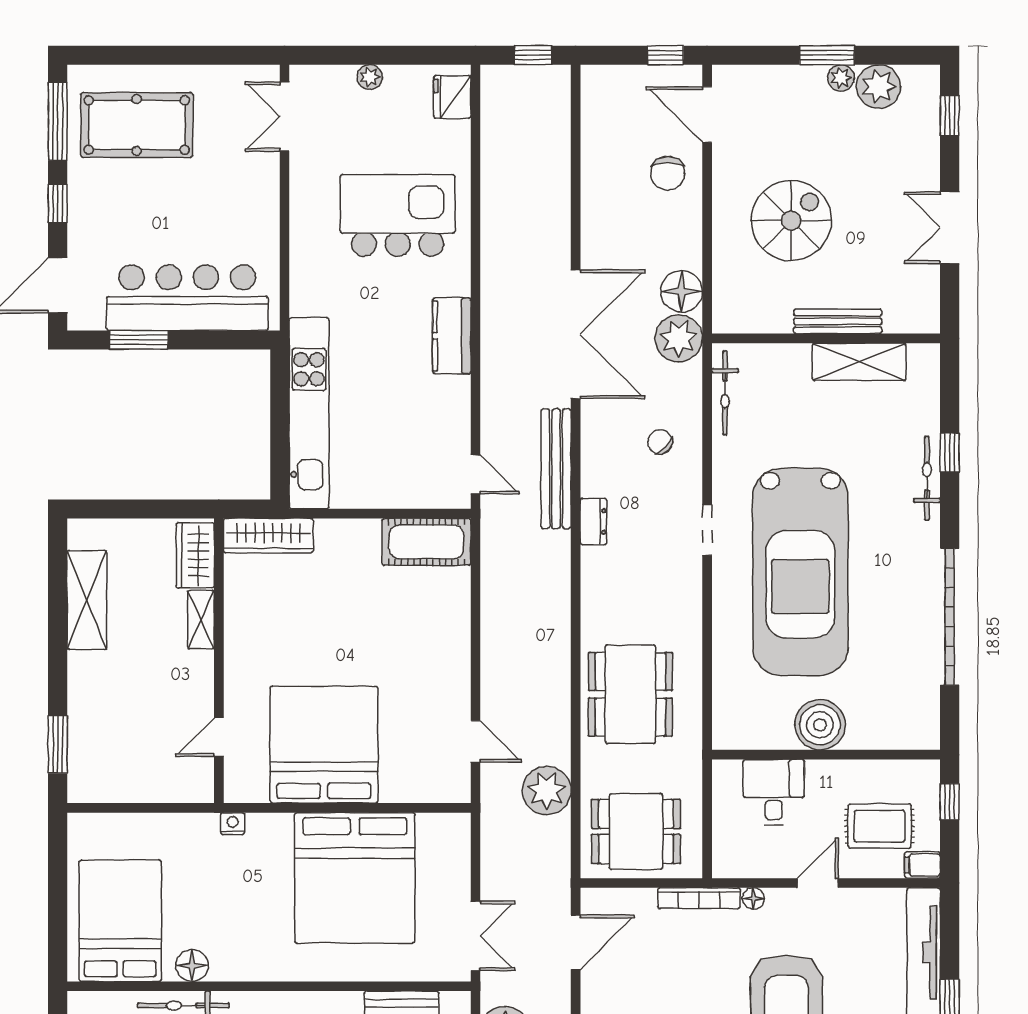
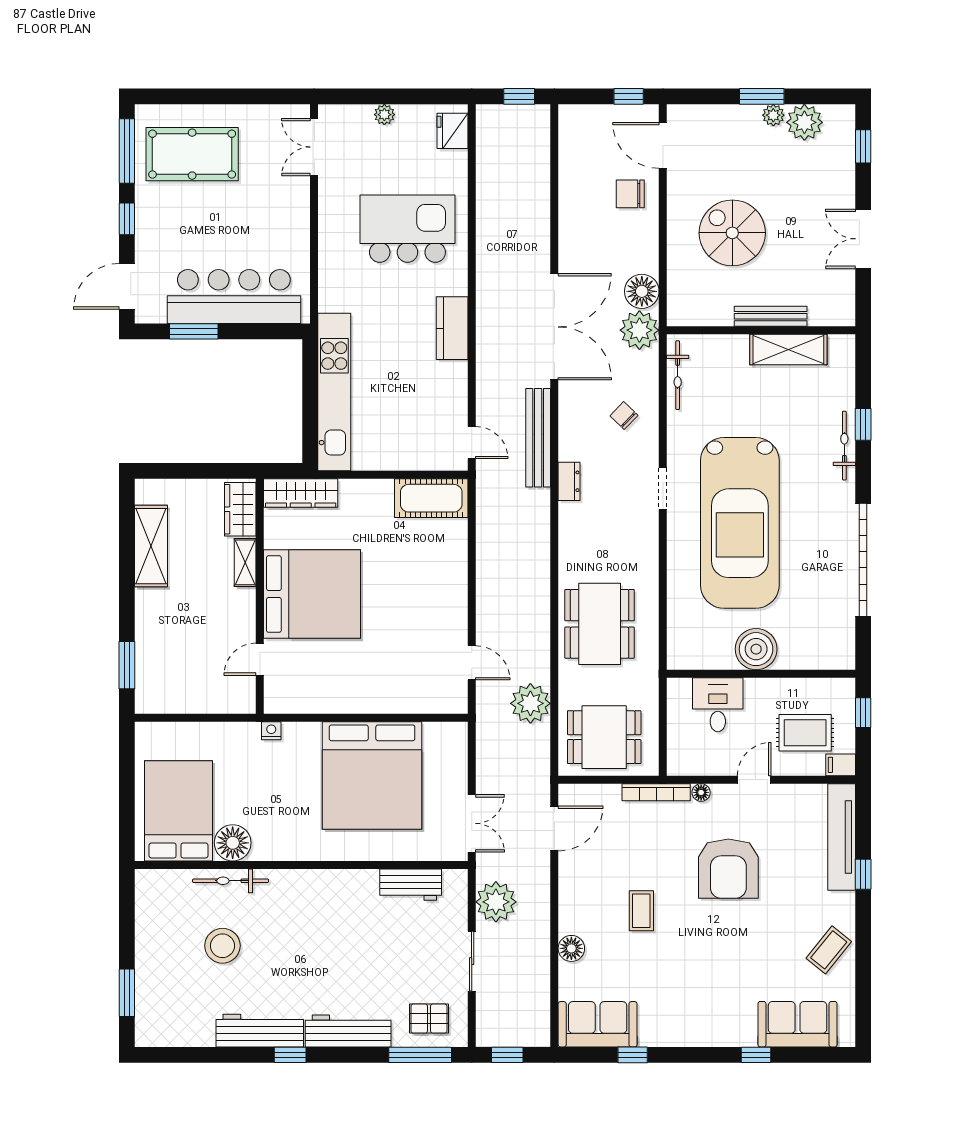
chair: (668, 173) -> (630, 194), turned 90
spiral stairs: (791, 221) -> (732, 233), turned -90
bed: (324, 745) -> (312, 594), moved, turned 90
floor lamp: (192, 965) -> (233, 843), width x1.38, depth x1.38

